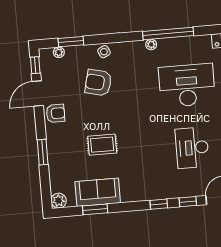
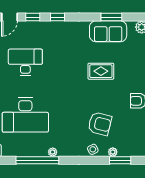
plant: (59, 52) -> (113, 152), moved
desk: (192, 148) -> (25, 62), turned -90

